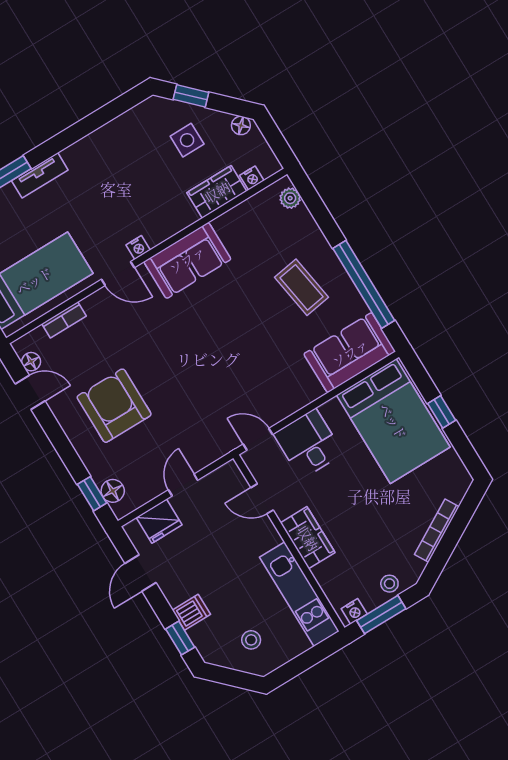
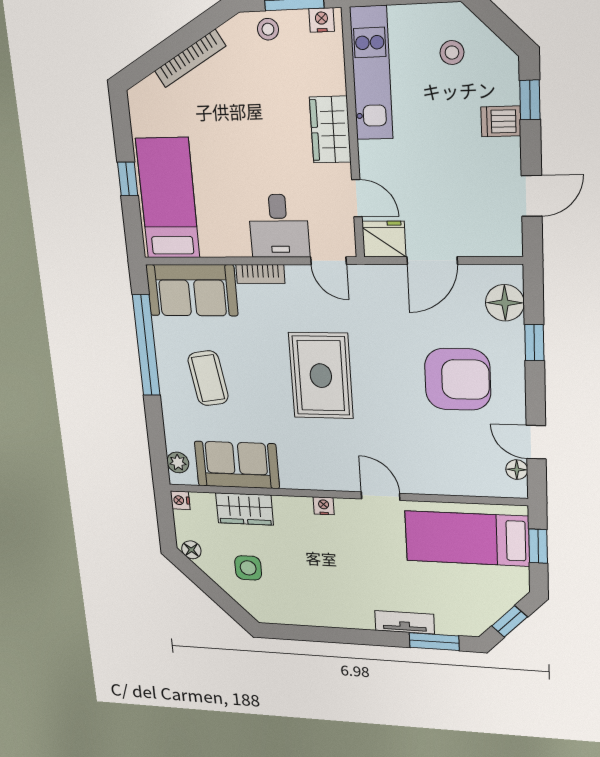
window: (191, 96) -> (224, 601), removed
nightstand: (252, 178) -> (180, 500), moved, turned -90
nightstand: (138, 248) -> (324, 506), moved
sofa: (187, 260) -> (237, 465), moved
bookcase: (64, 320) -> (260, 274), moved, turned 180
rug: (216, 345) -> (321, 376), added
armchair: (114, 406) -> (458, 379), turned -90
bed: (393, 421) -> (168, 198), width x0.67
door: (183, 485) -> (432, 261), width x1.37
floor lamp: (113, 491) -> (505, 303), width x1.38, depth x1.38
window: (92, 494) -> (534, 343), moved
fridge: (159, 521) -> (384, 239), moved

